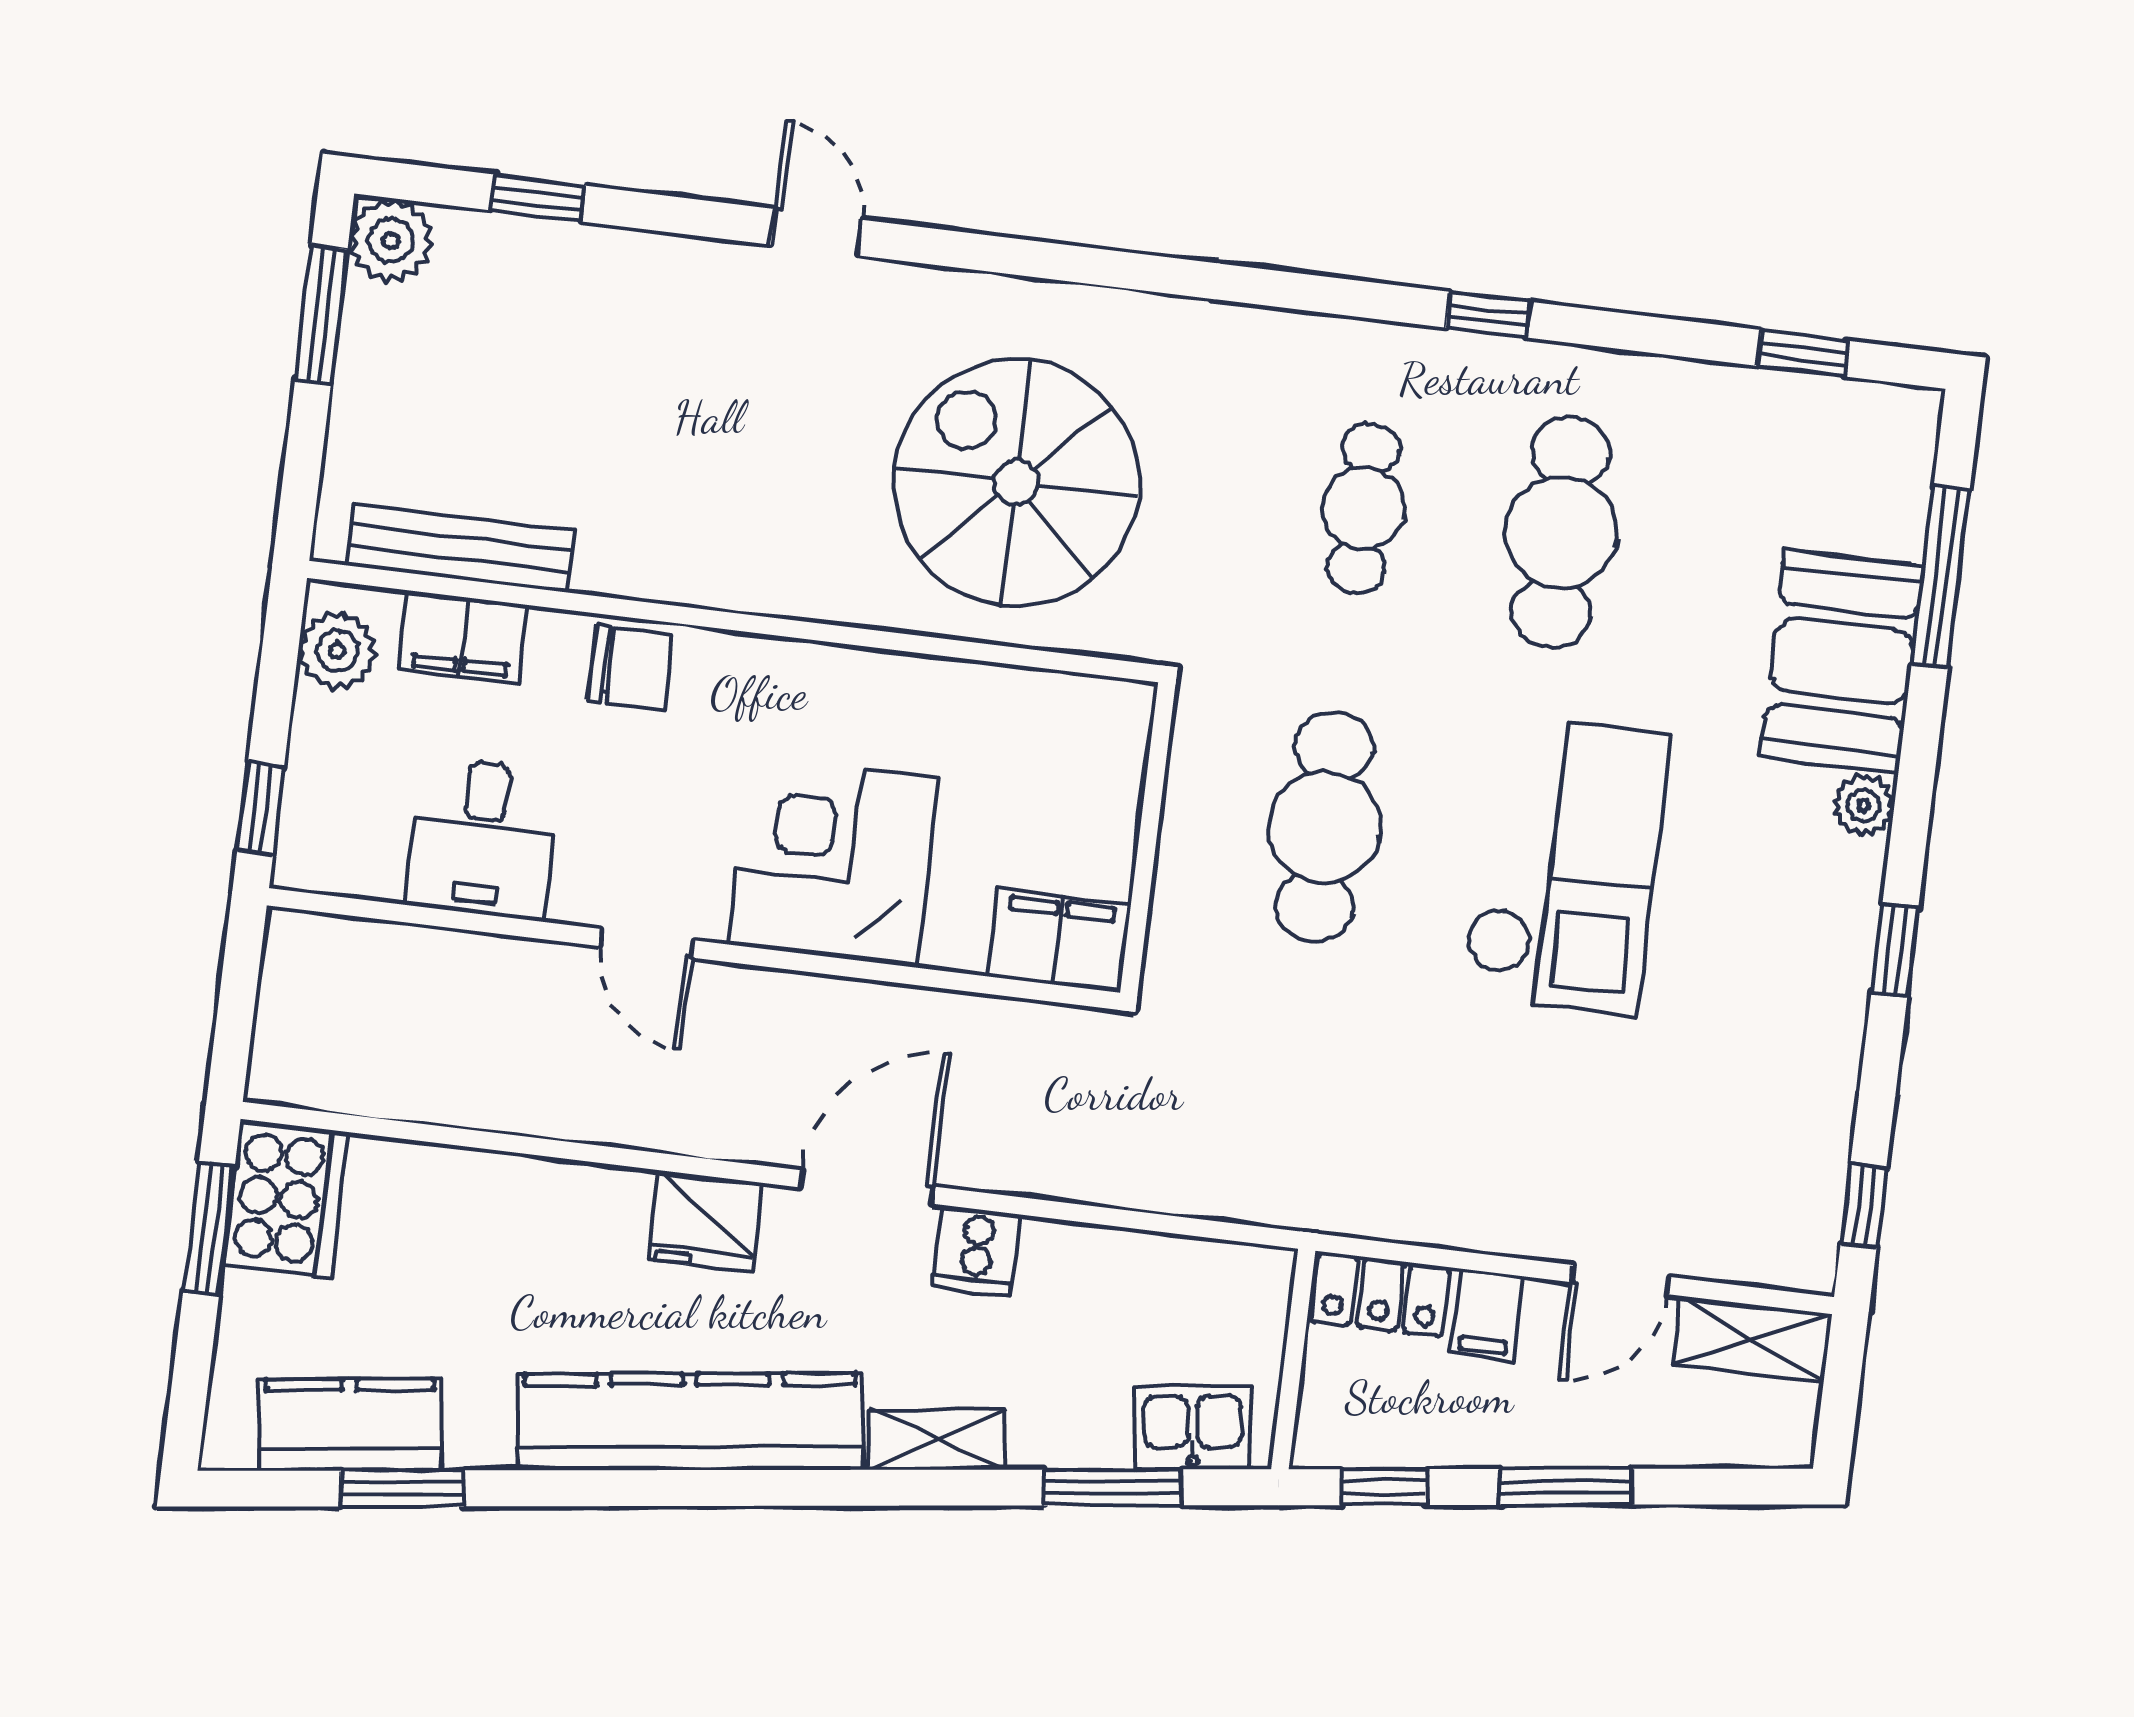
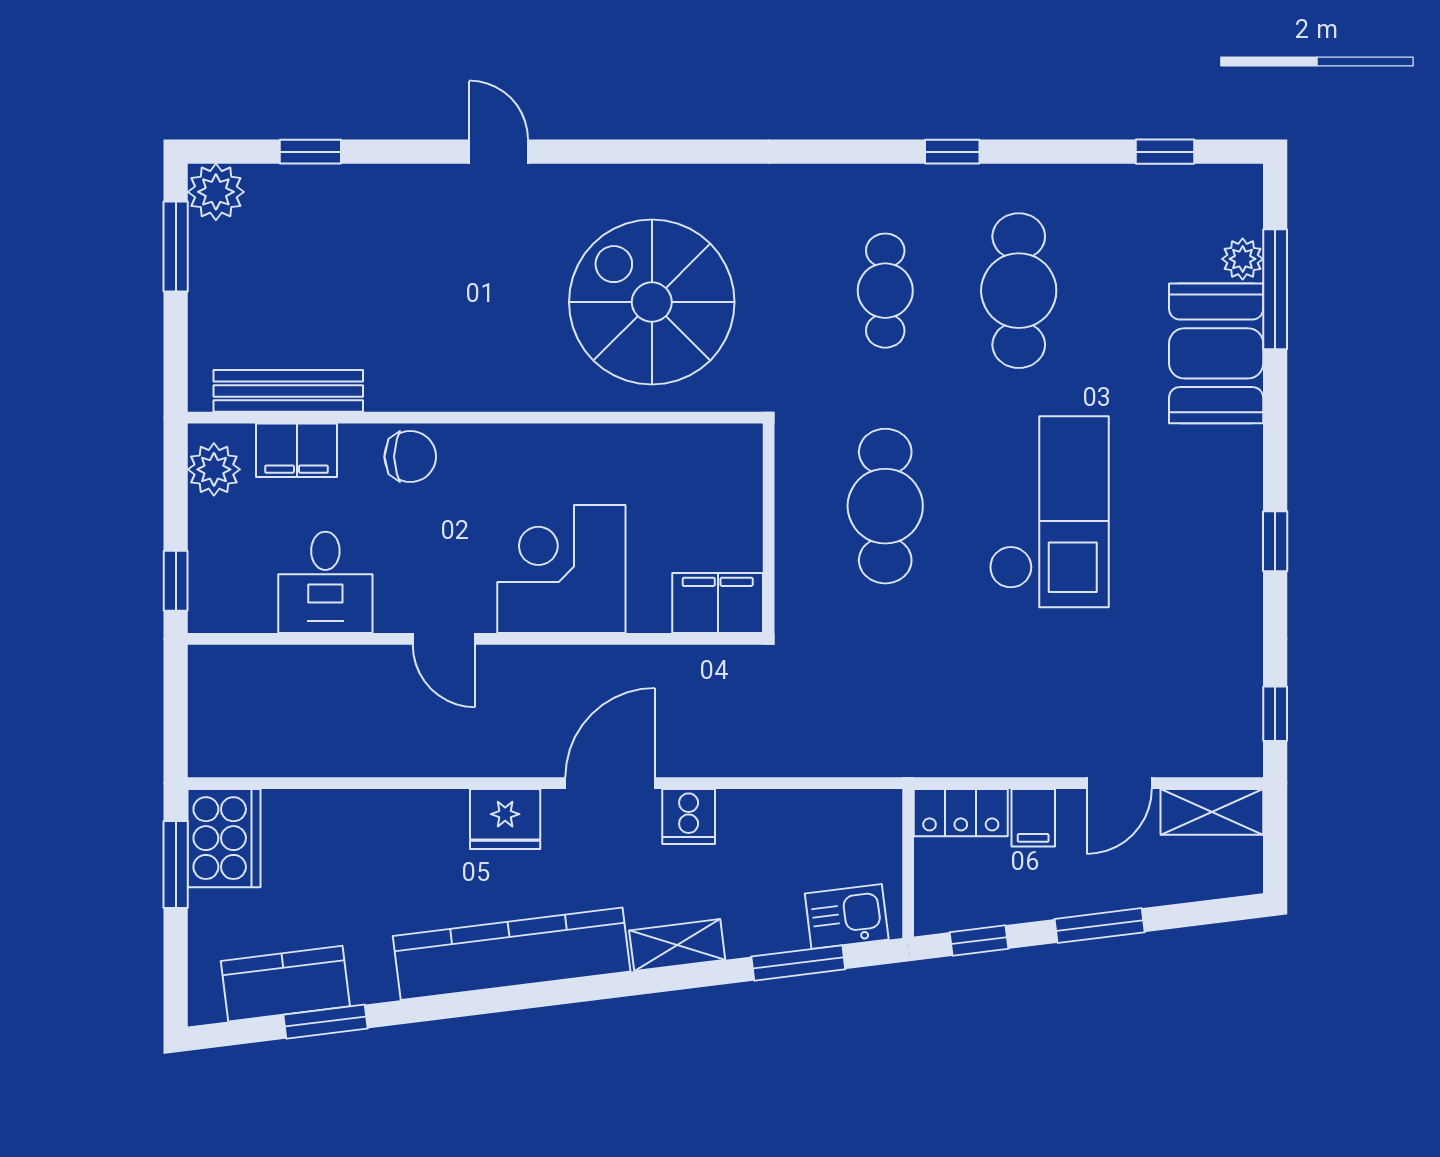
plant: (1864, 806) -> (1243, 259), moved

